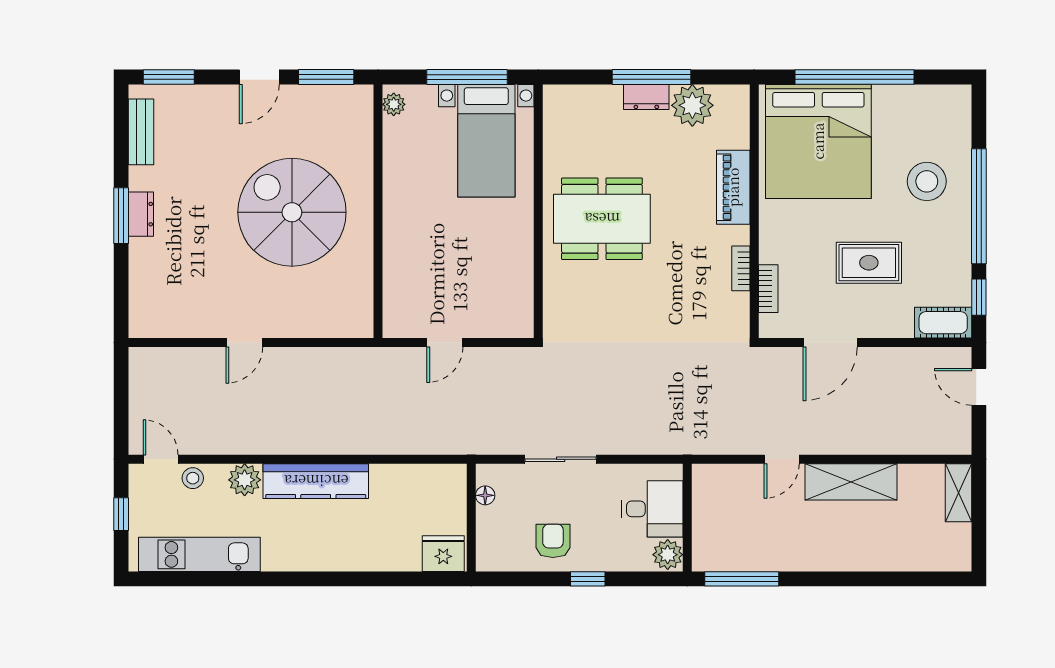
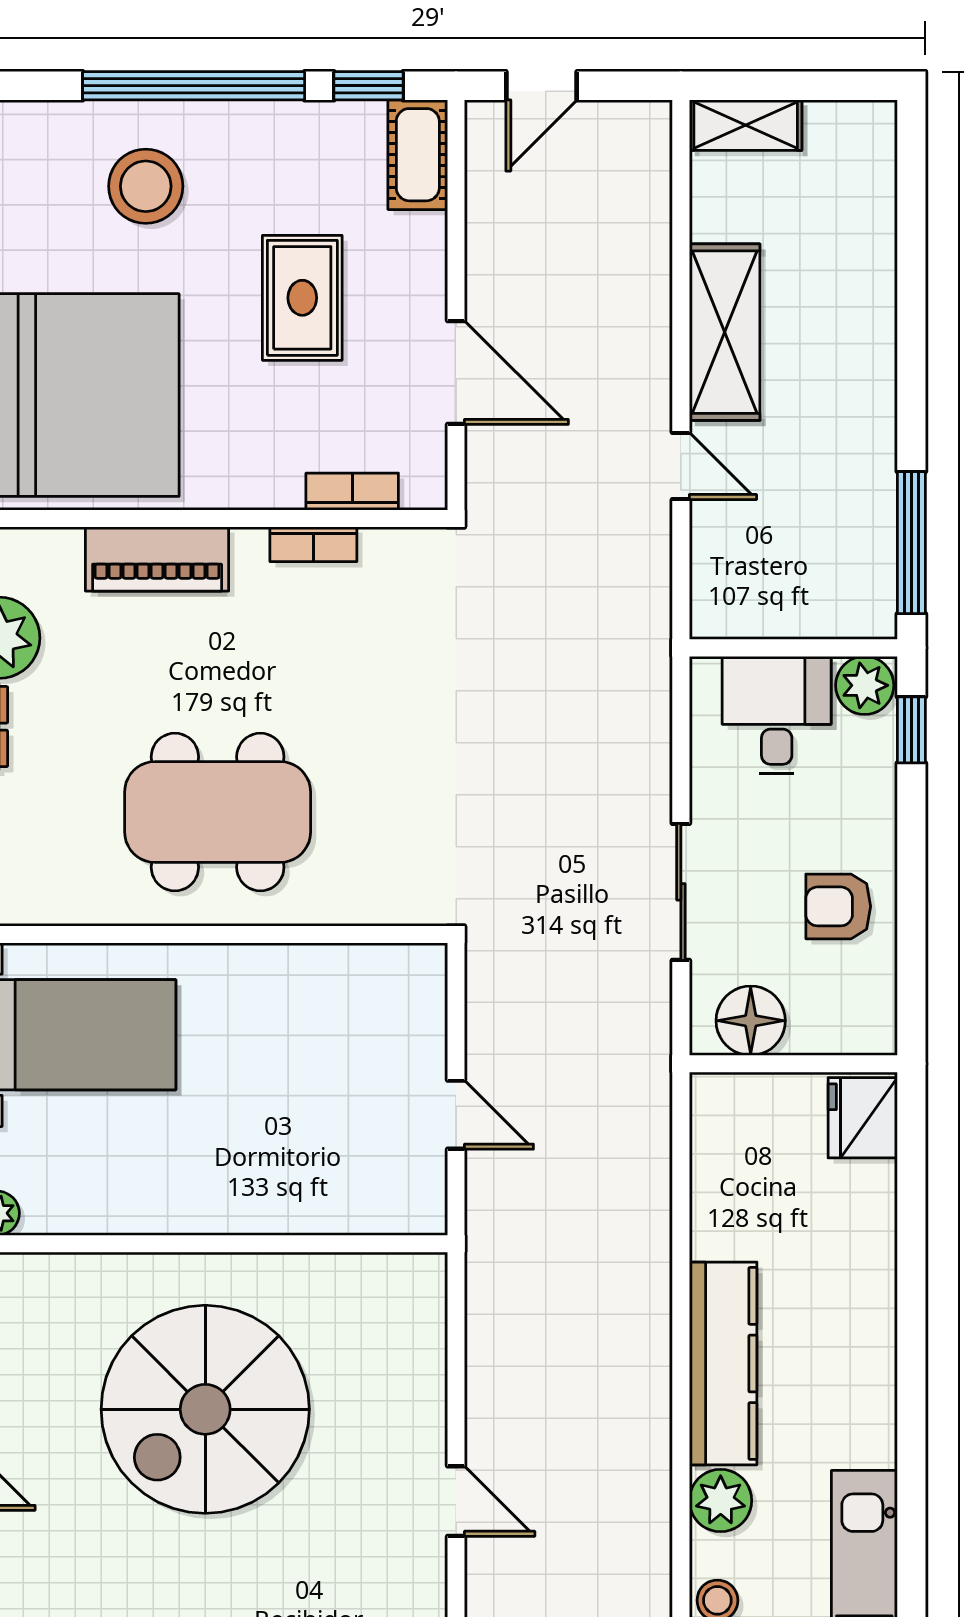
dining table: (602, 219) -> (218, 812), turned 90
floor lamp: (485, 495) -> (751, 1021), width x1.89, depth x1.89
window: (588, 579) -> (911, 730), moved

